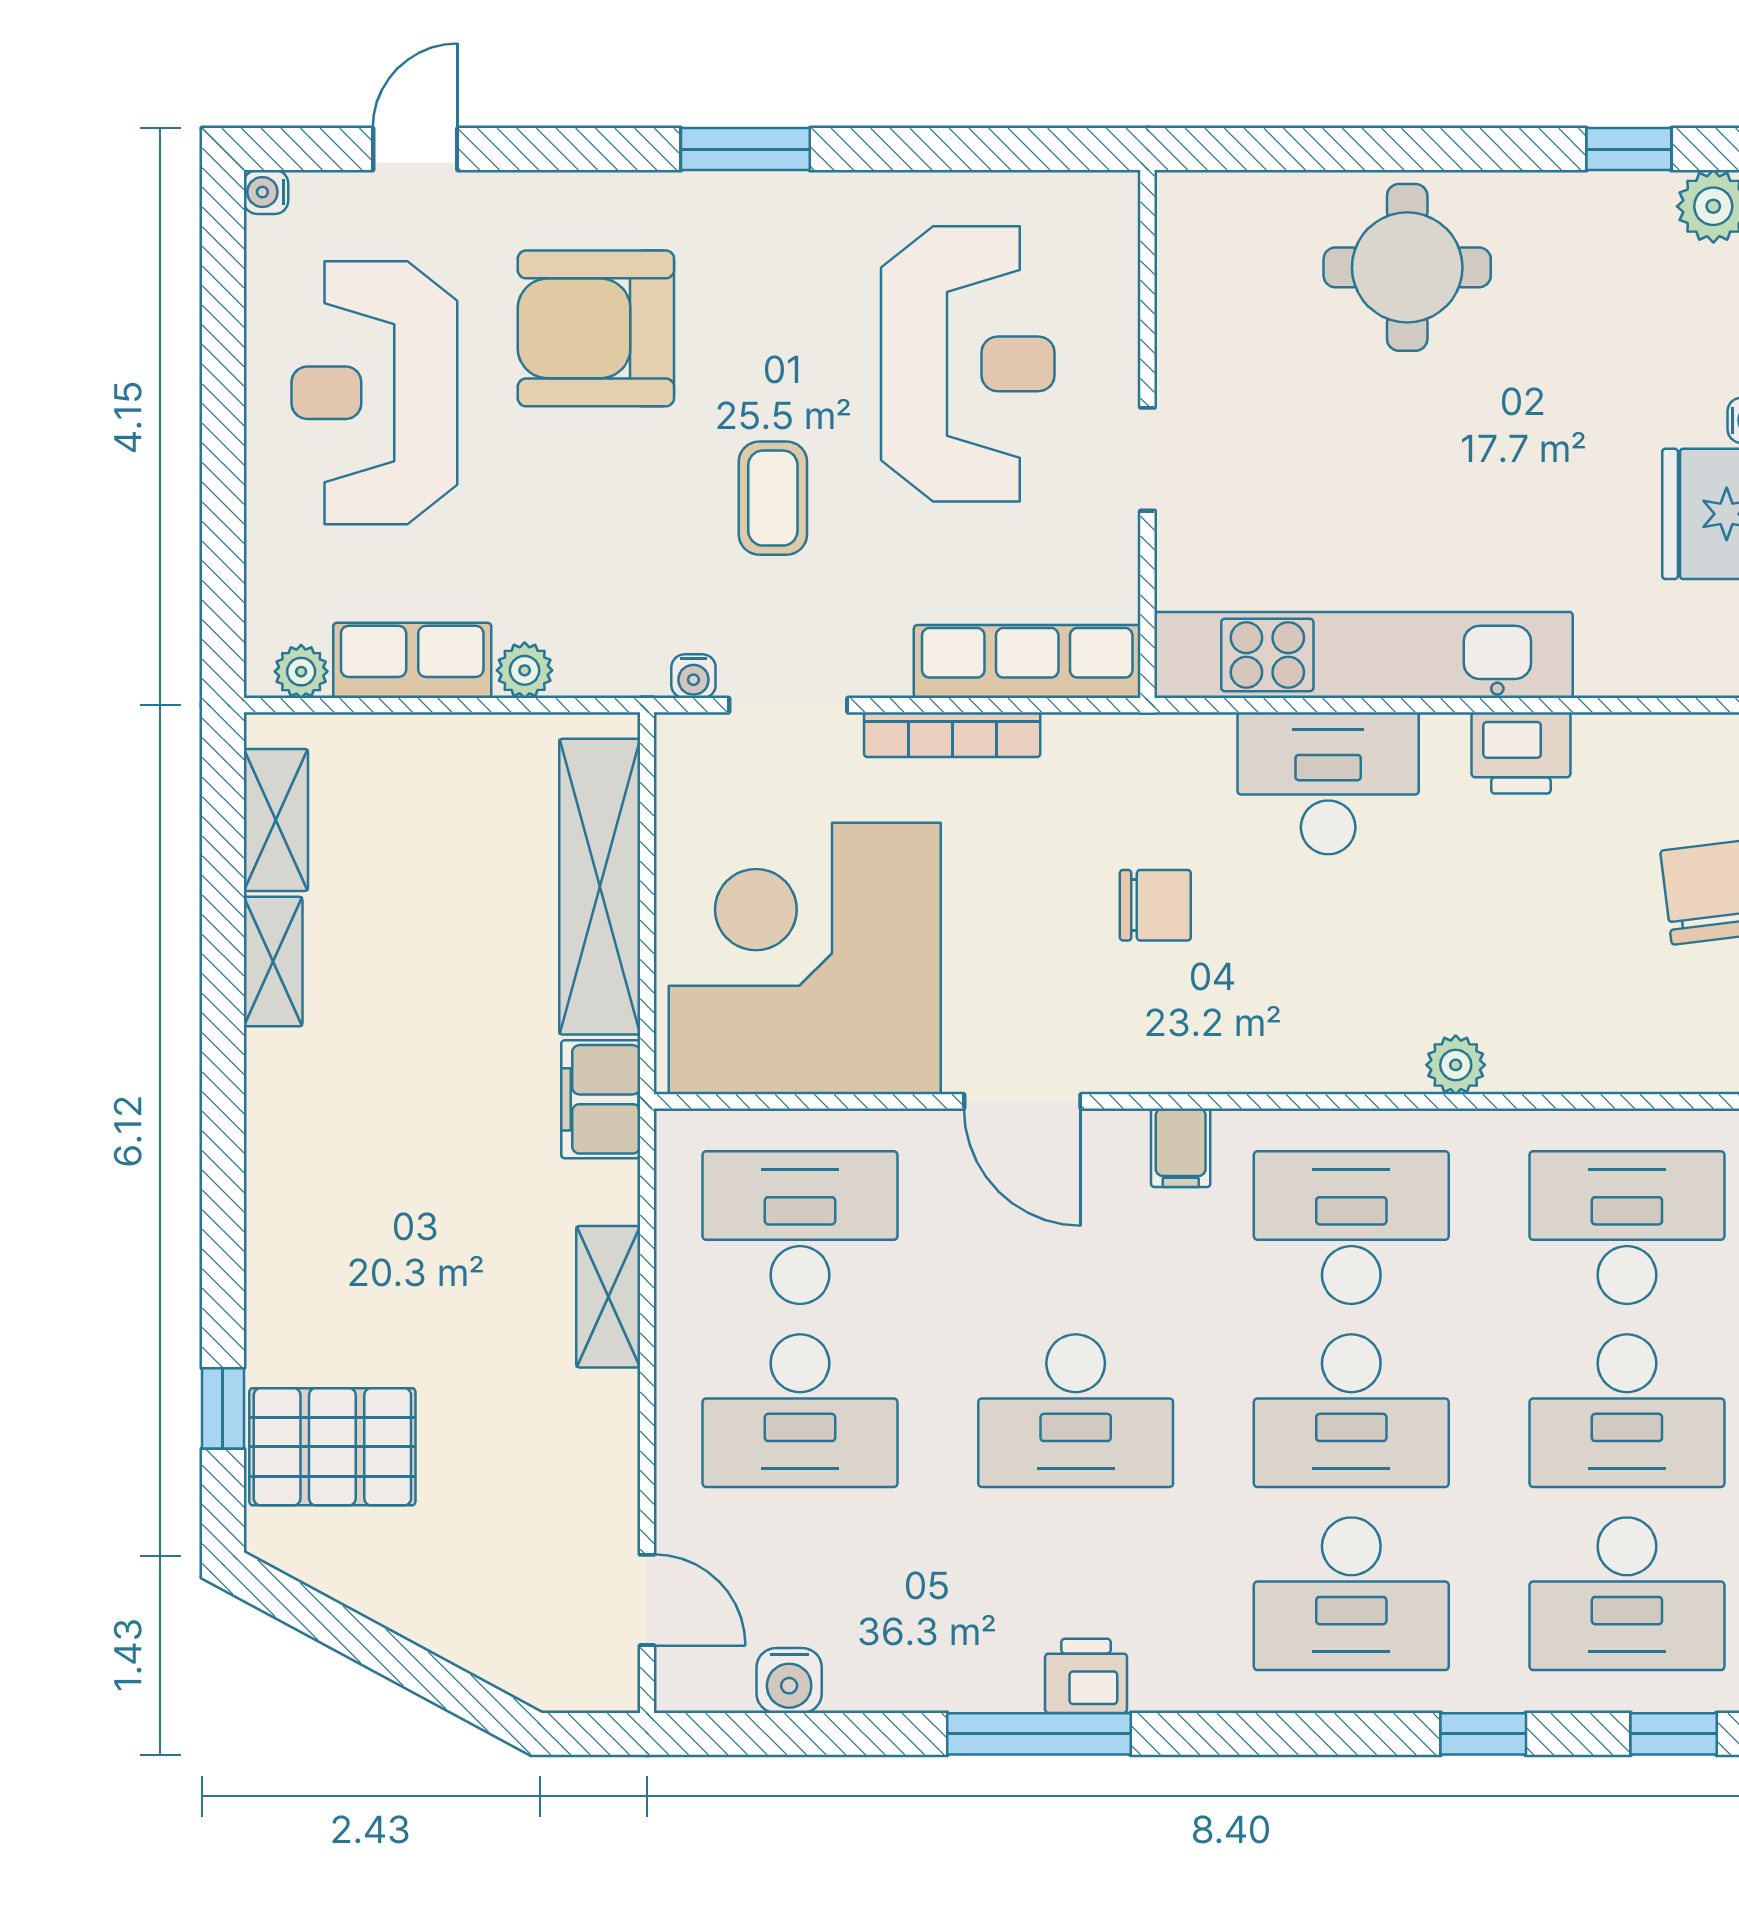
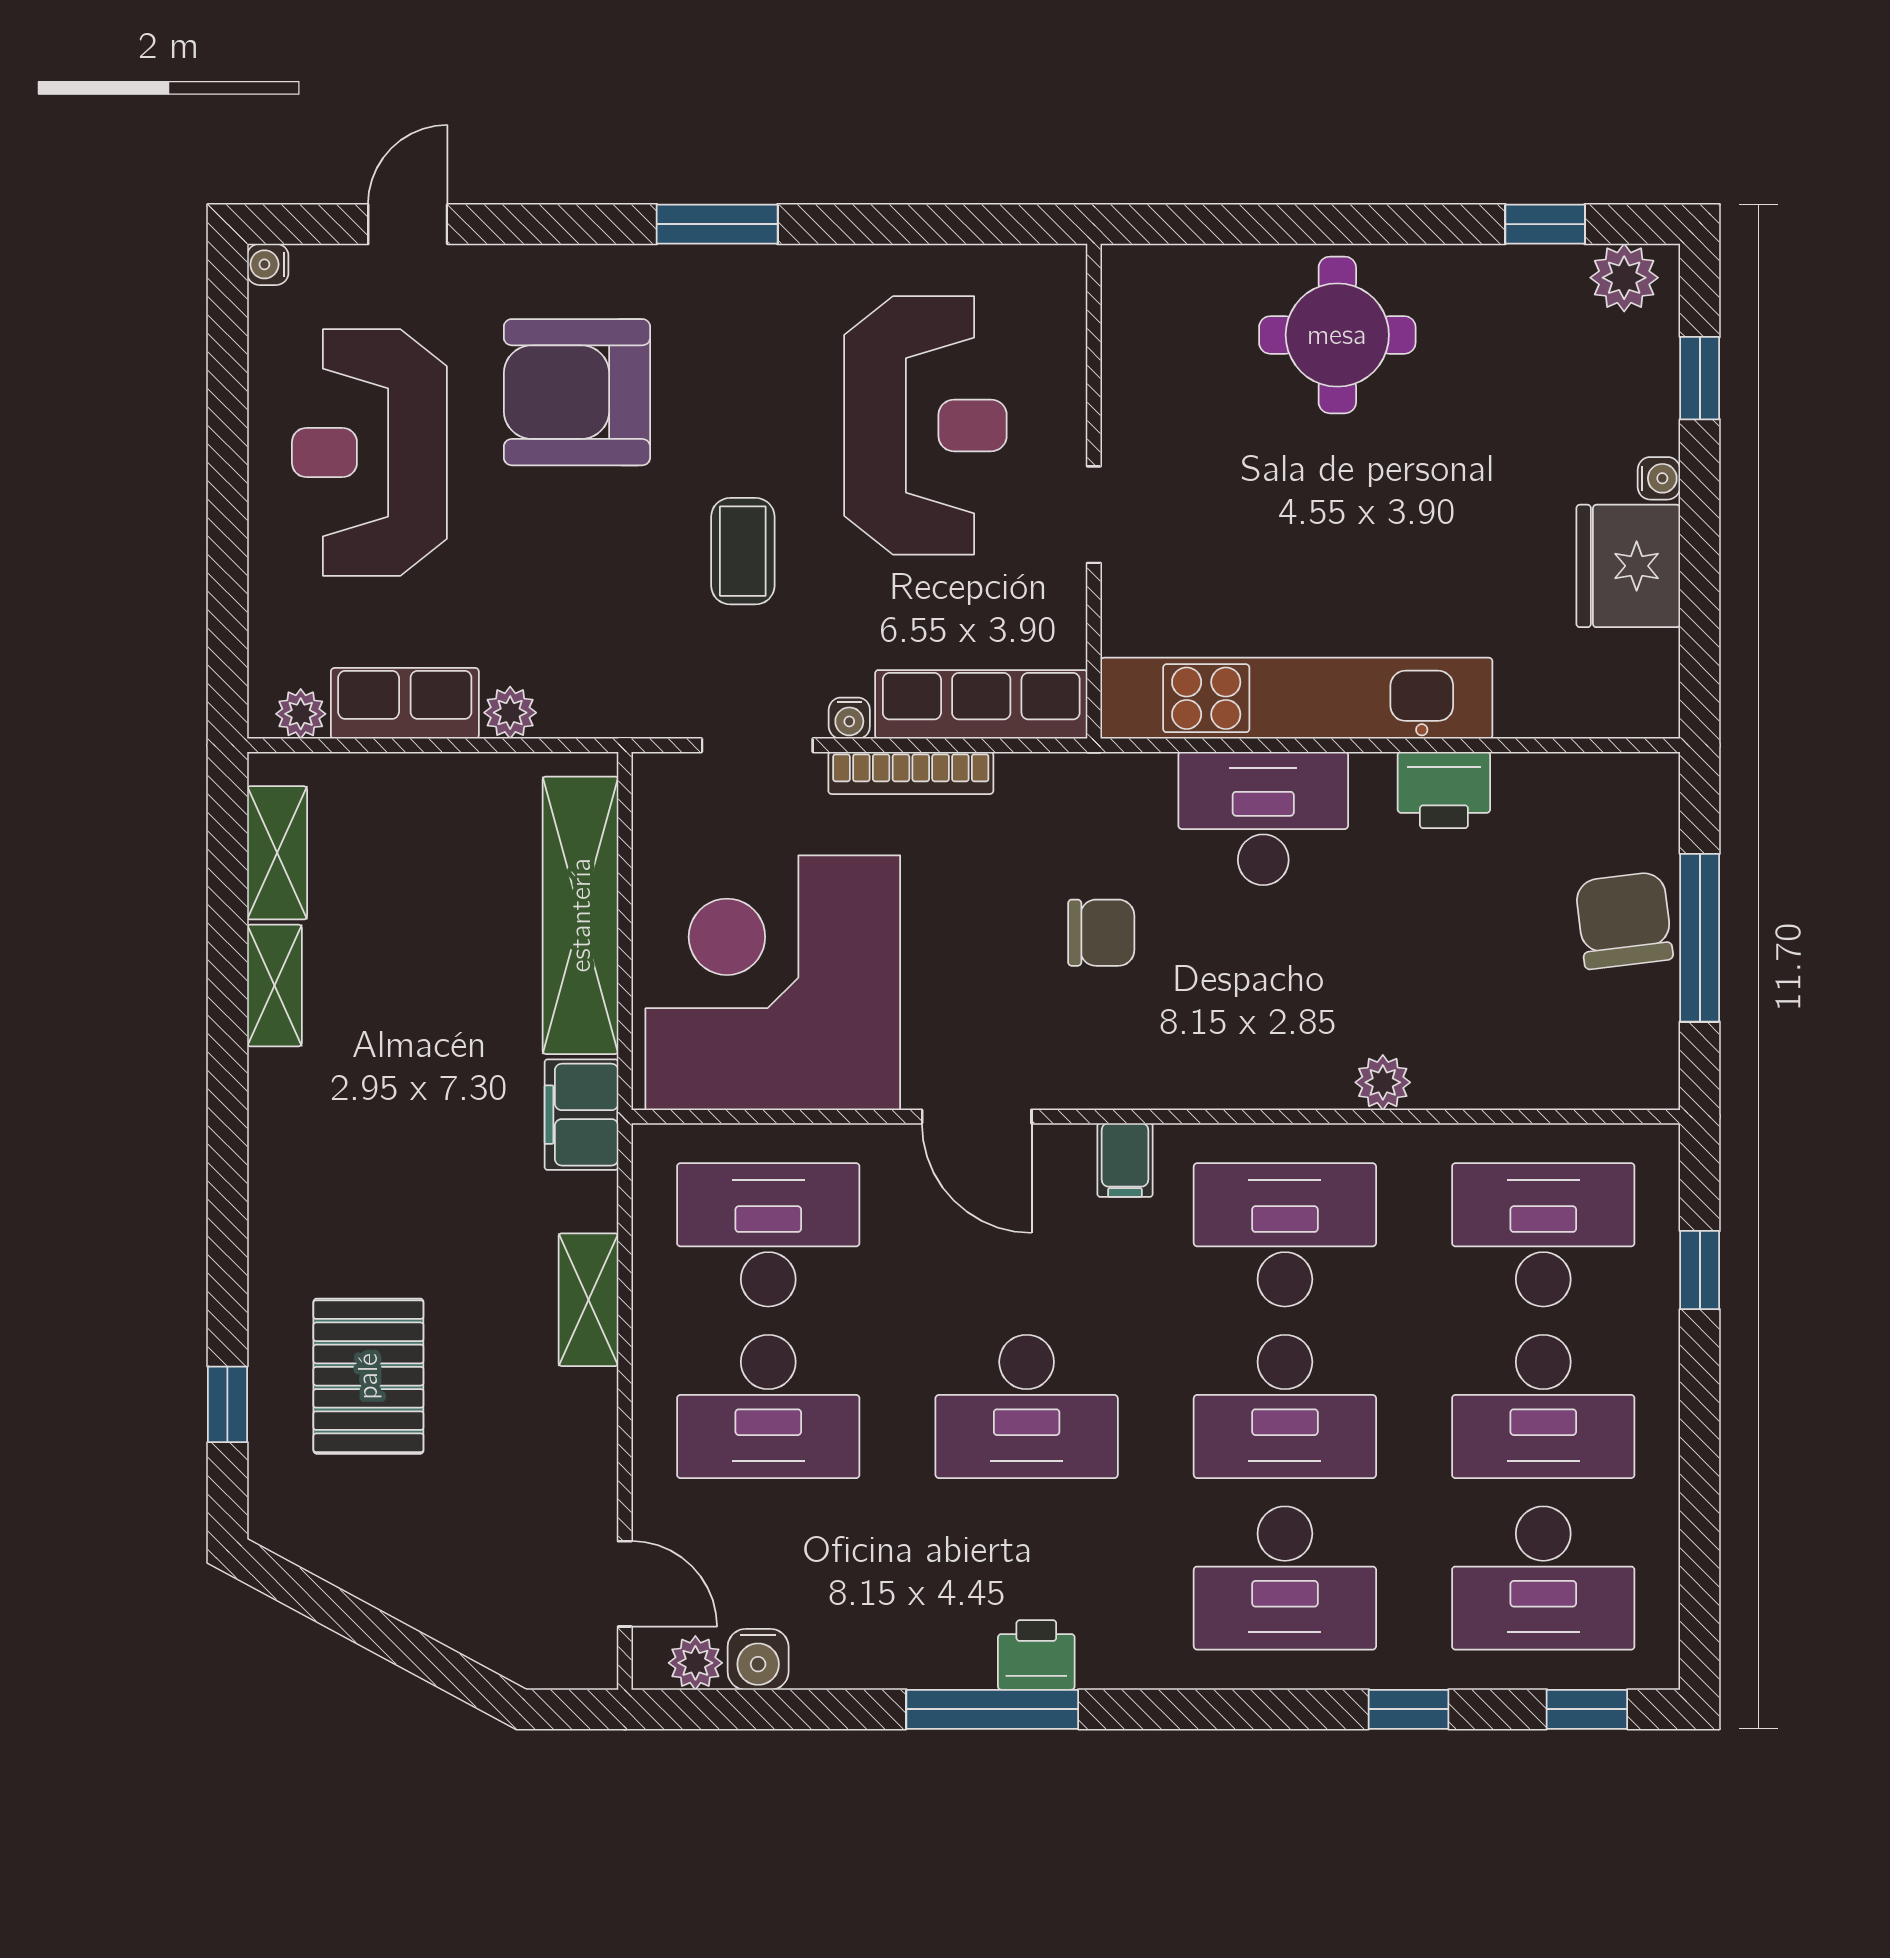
water cooler: (693, 676) -> (849, 718), moved
pallet: (332, 1447) -> (368, 1376), moved, turned 90
plant: (722, 1684) -> (695, 1663), added

